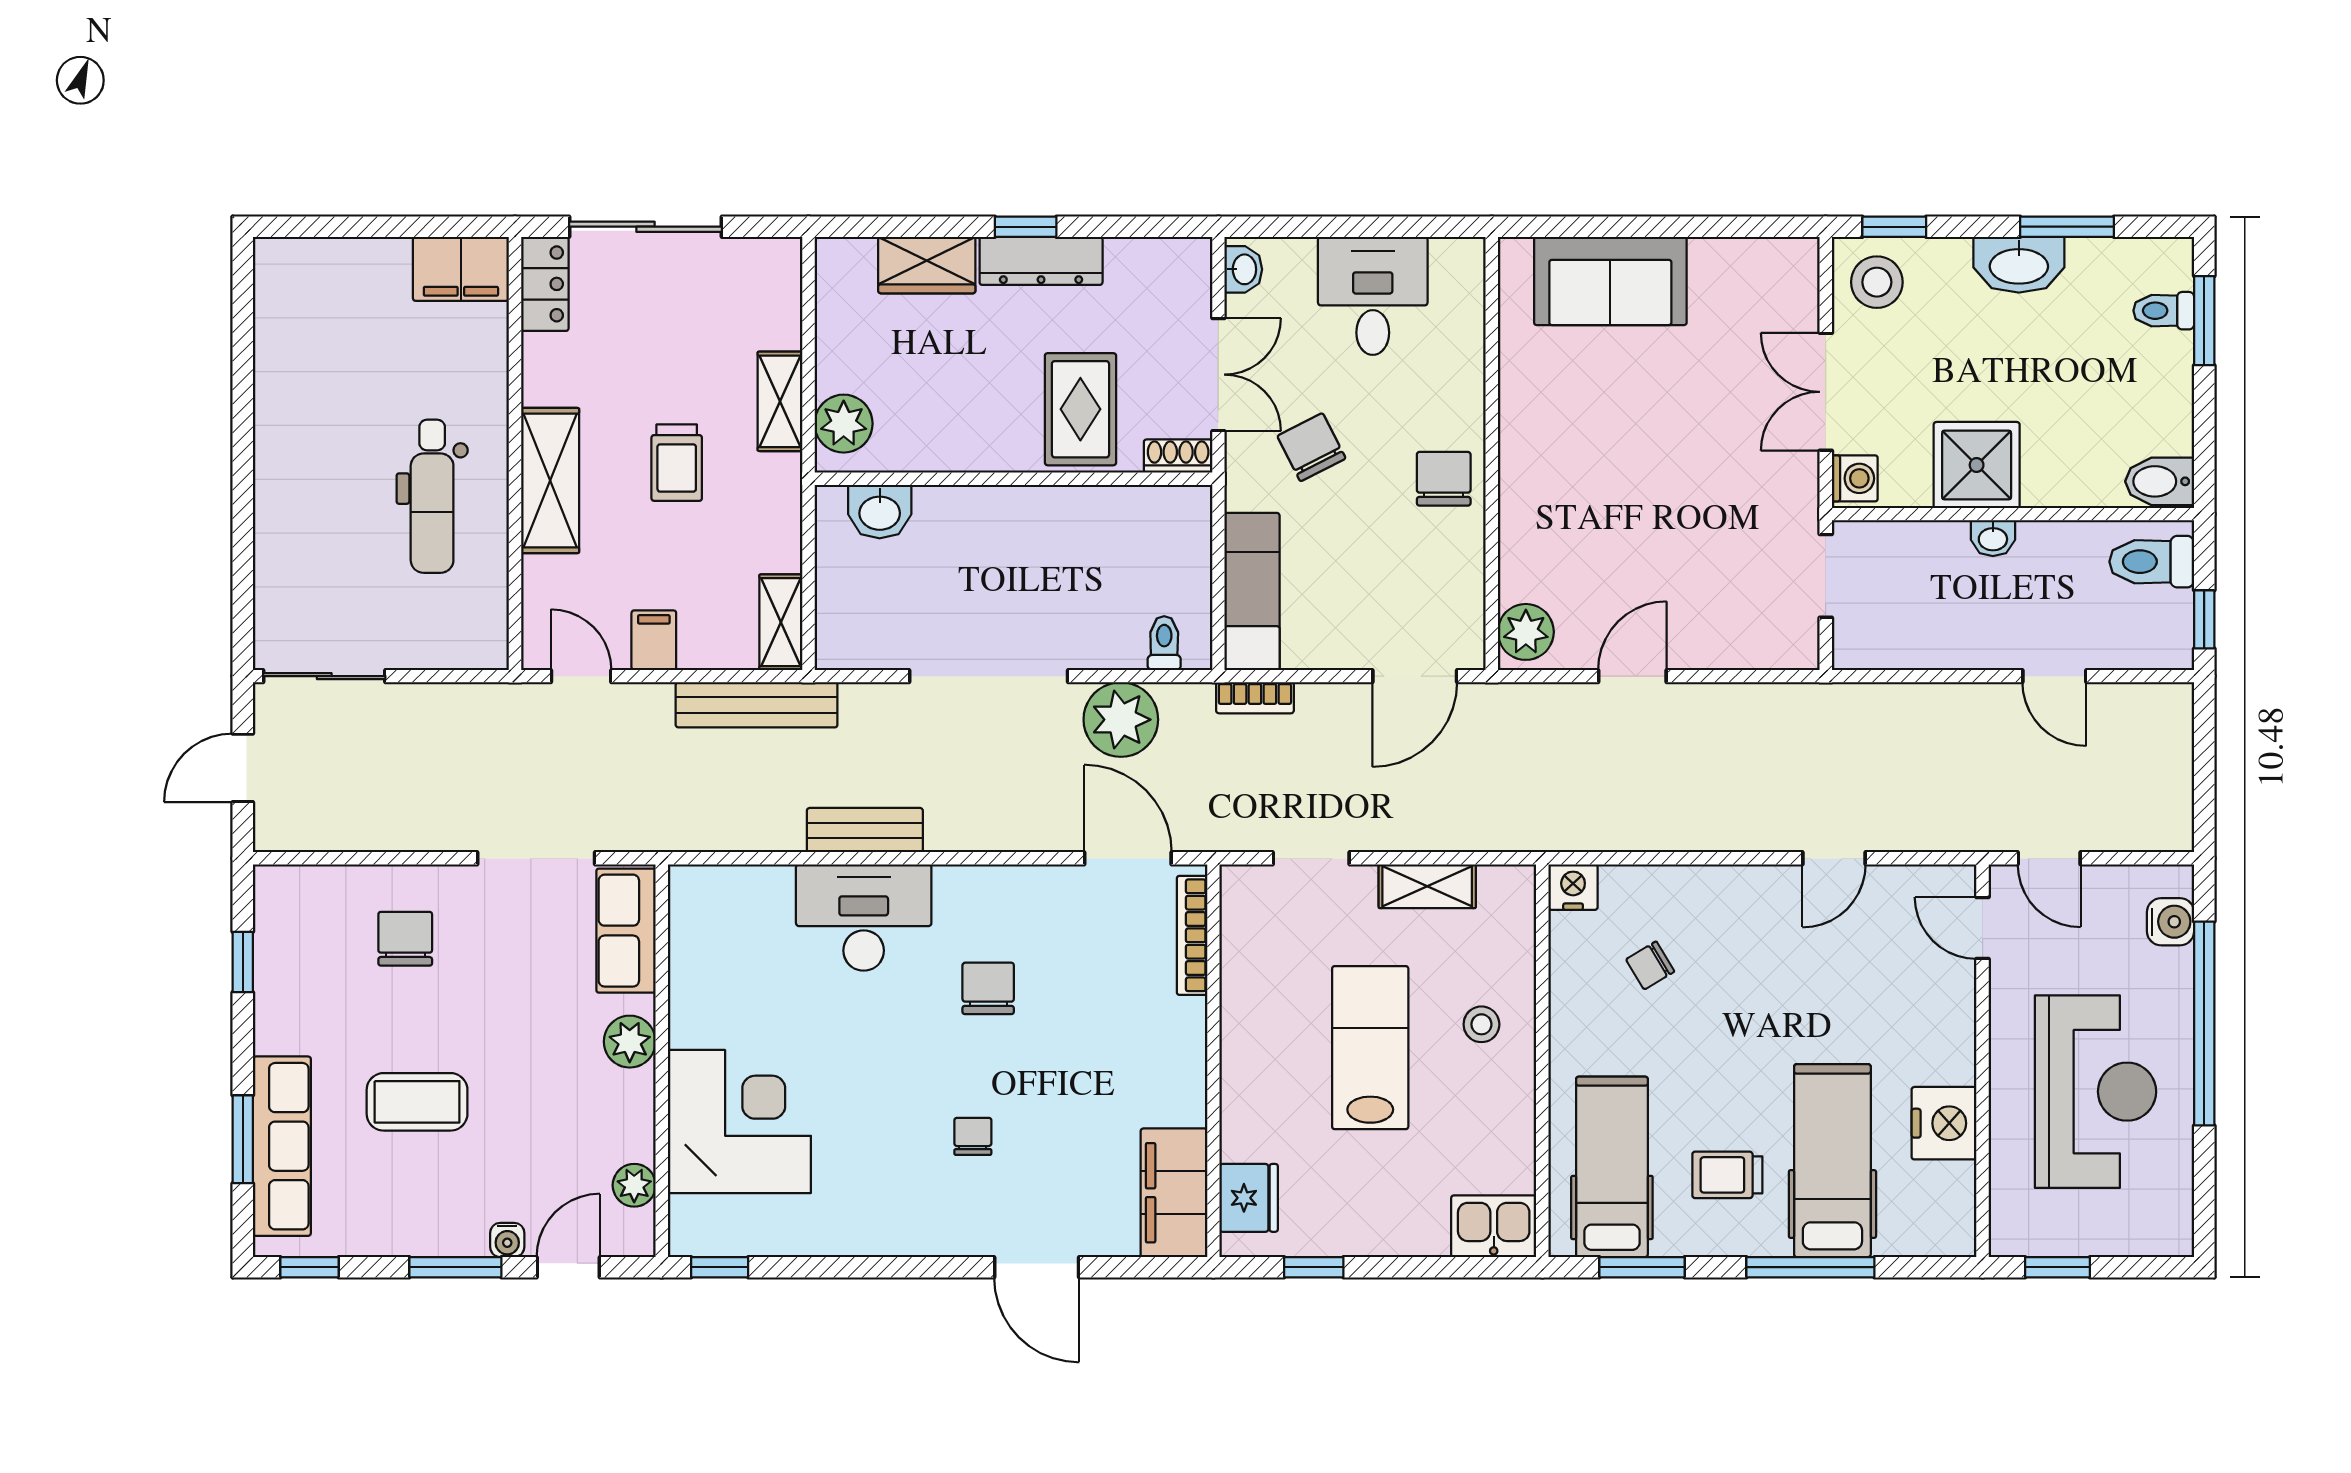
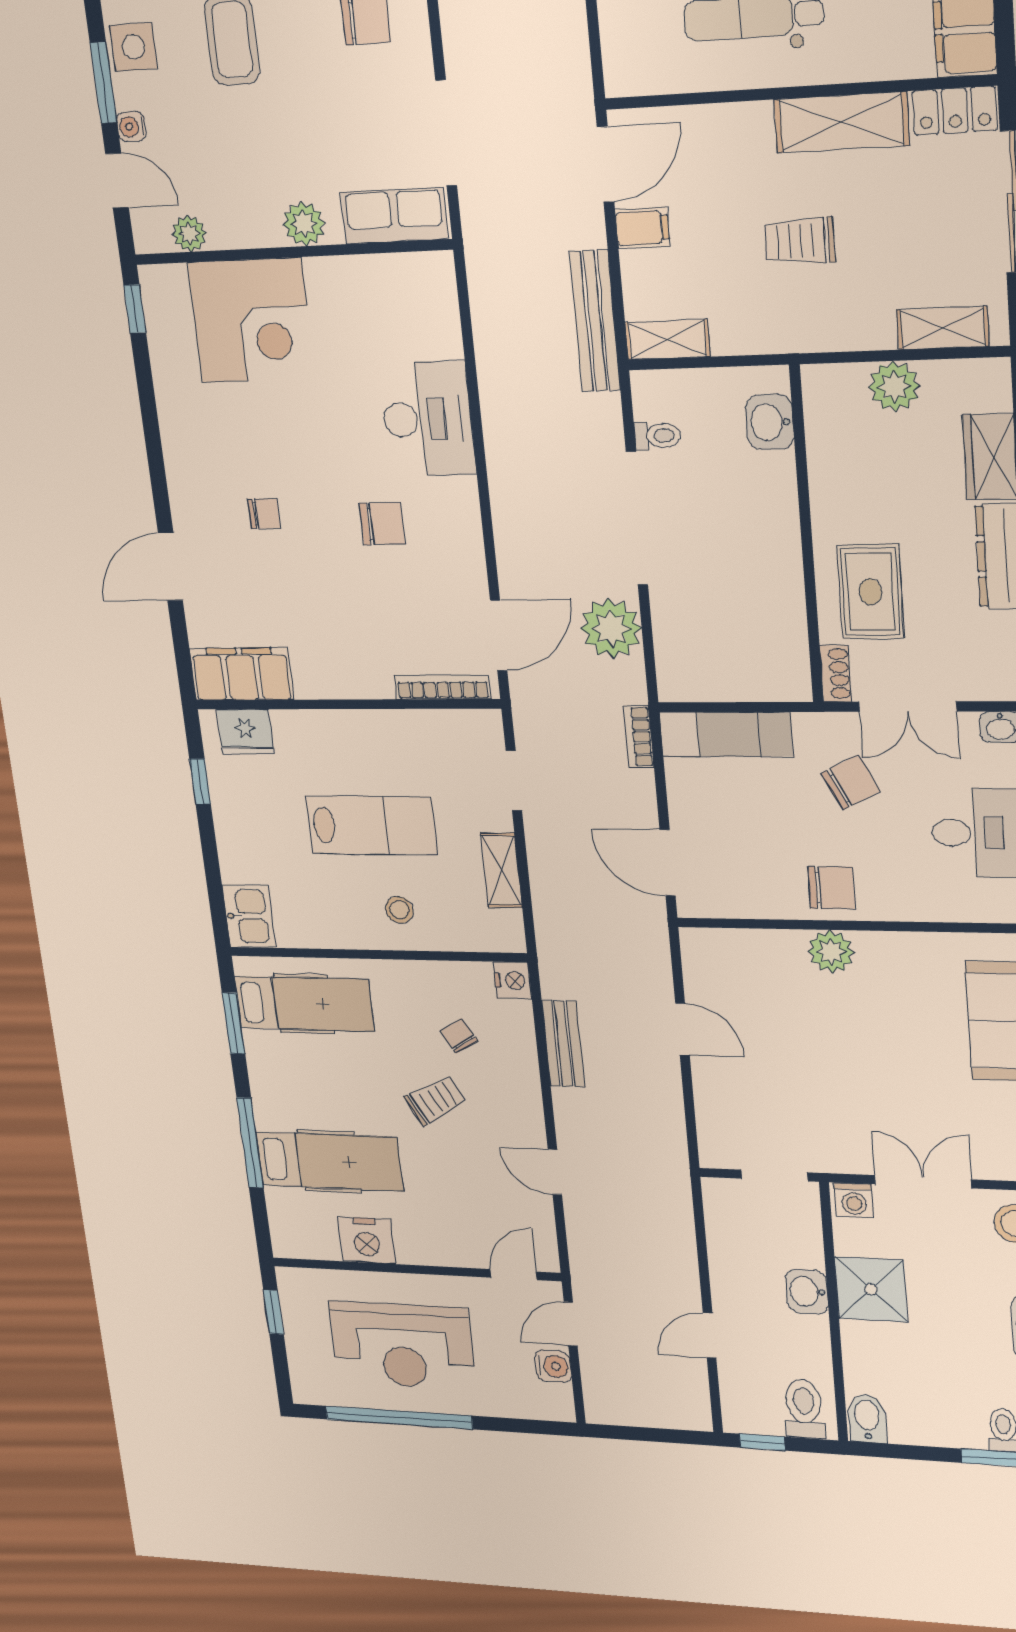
shelving: (780, 401) -> (943, 328), moved
rug: (1080, 409) -> (870, 592), turned 90
plant: (844, 424) -> (894, 386), moved
shelving: (550, 481) -> (841, 122), moved
washbasin: (1993, 538) -> (807, 1292), width x1.38, depth x1.45
plant: (1526, 632) -> (831, 952), moved
toilet: (1164, 643) -> (658, 436), moved
door: (581, 676) -> (606, 164), width x1.38
bench: (865, 830) -> (563, 1044), moved
water cooler: (2171, 922) -> (553, 1366), moved, turned -90
window: (2204, 1024) -> (399, 1417), moved
trolley: (1727, 1175) -> (435, 1100), moved, turned 61
side table: (417, 1224) -> (133, 47), added

